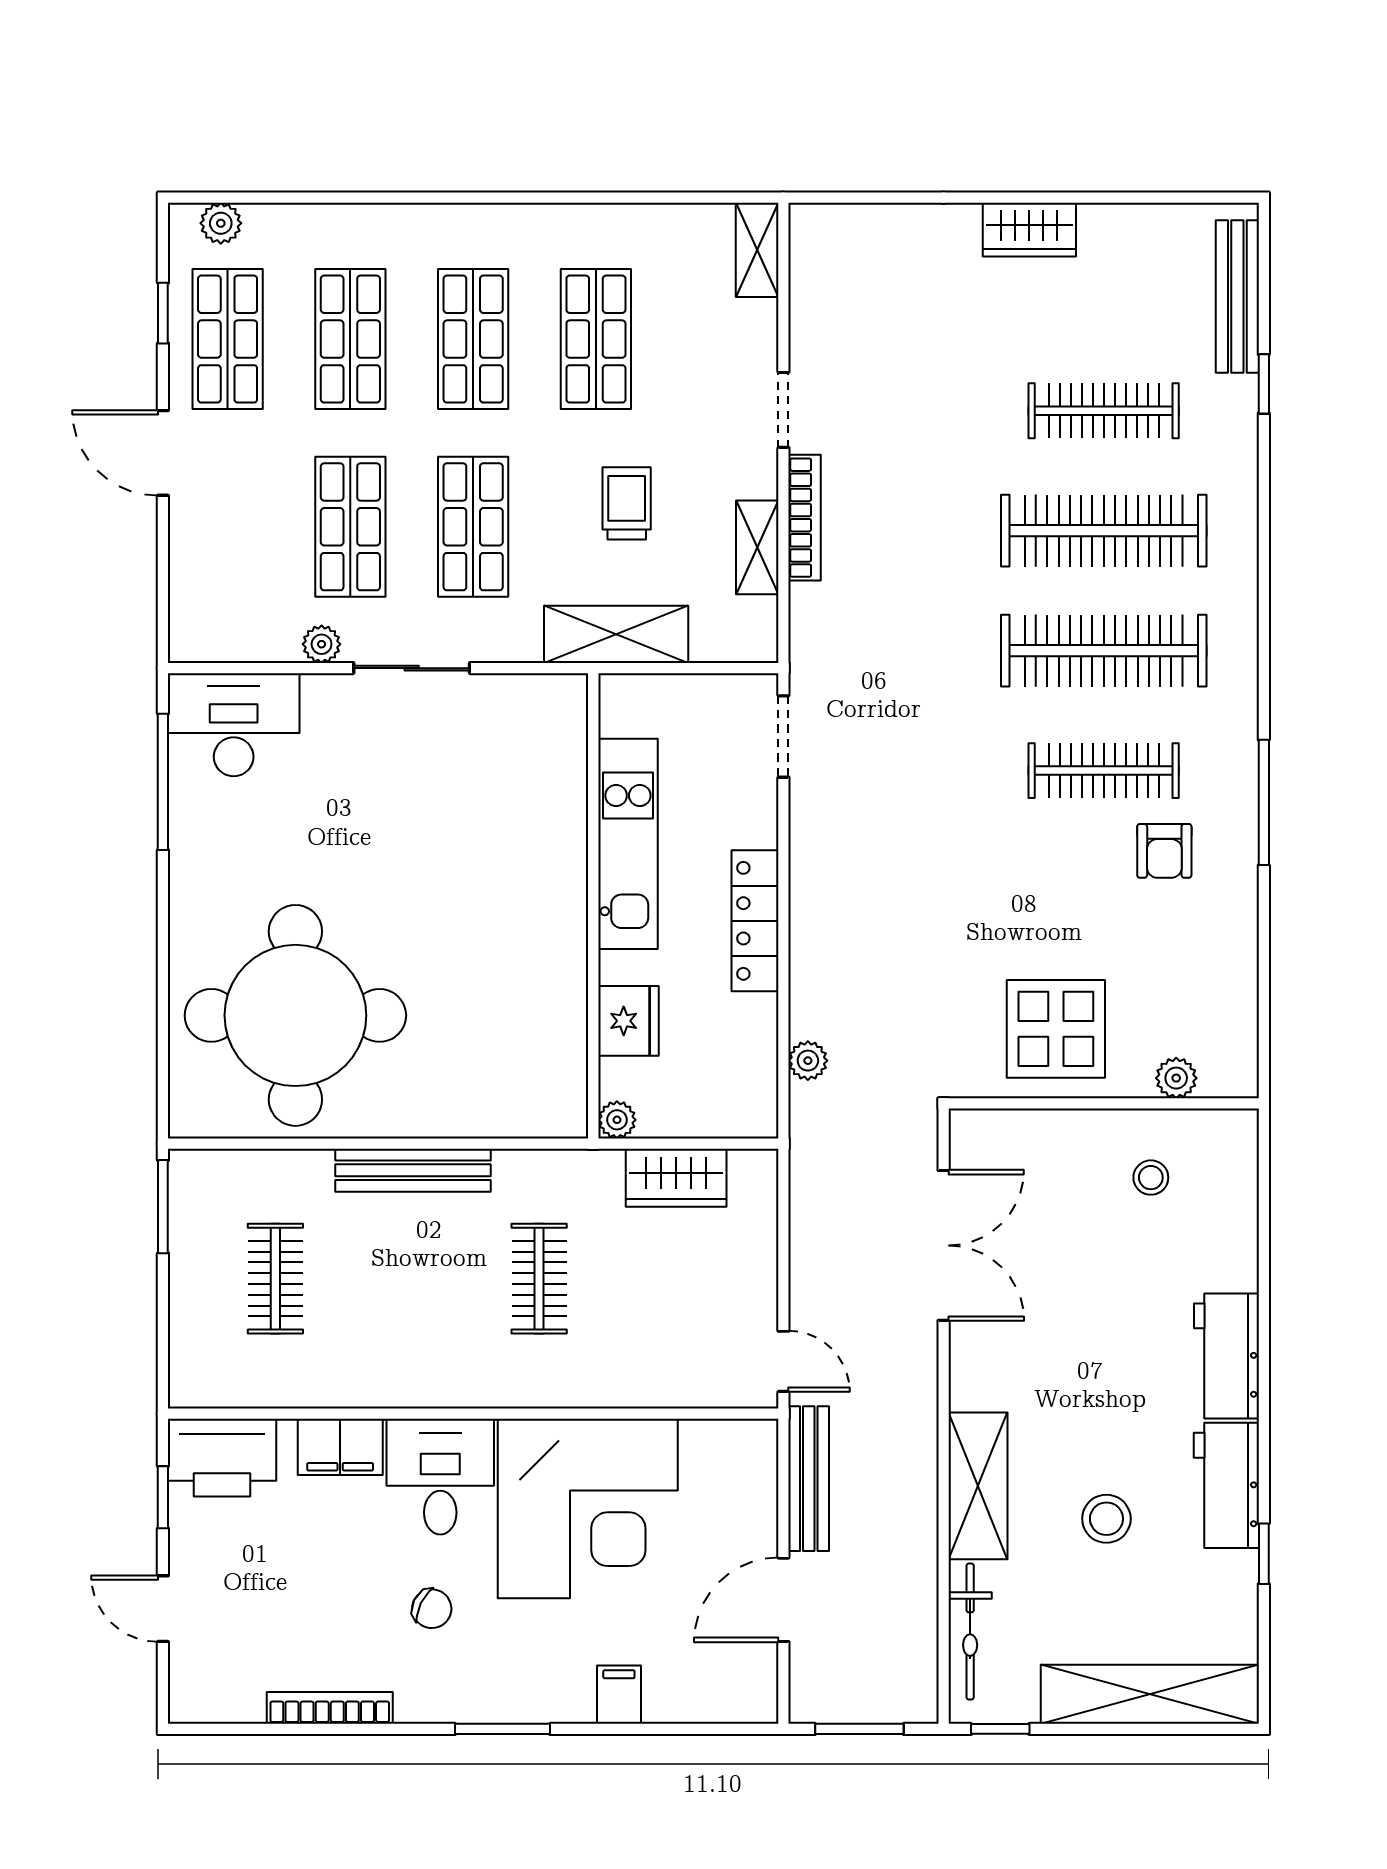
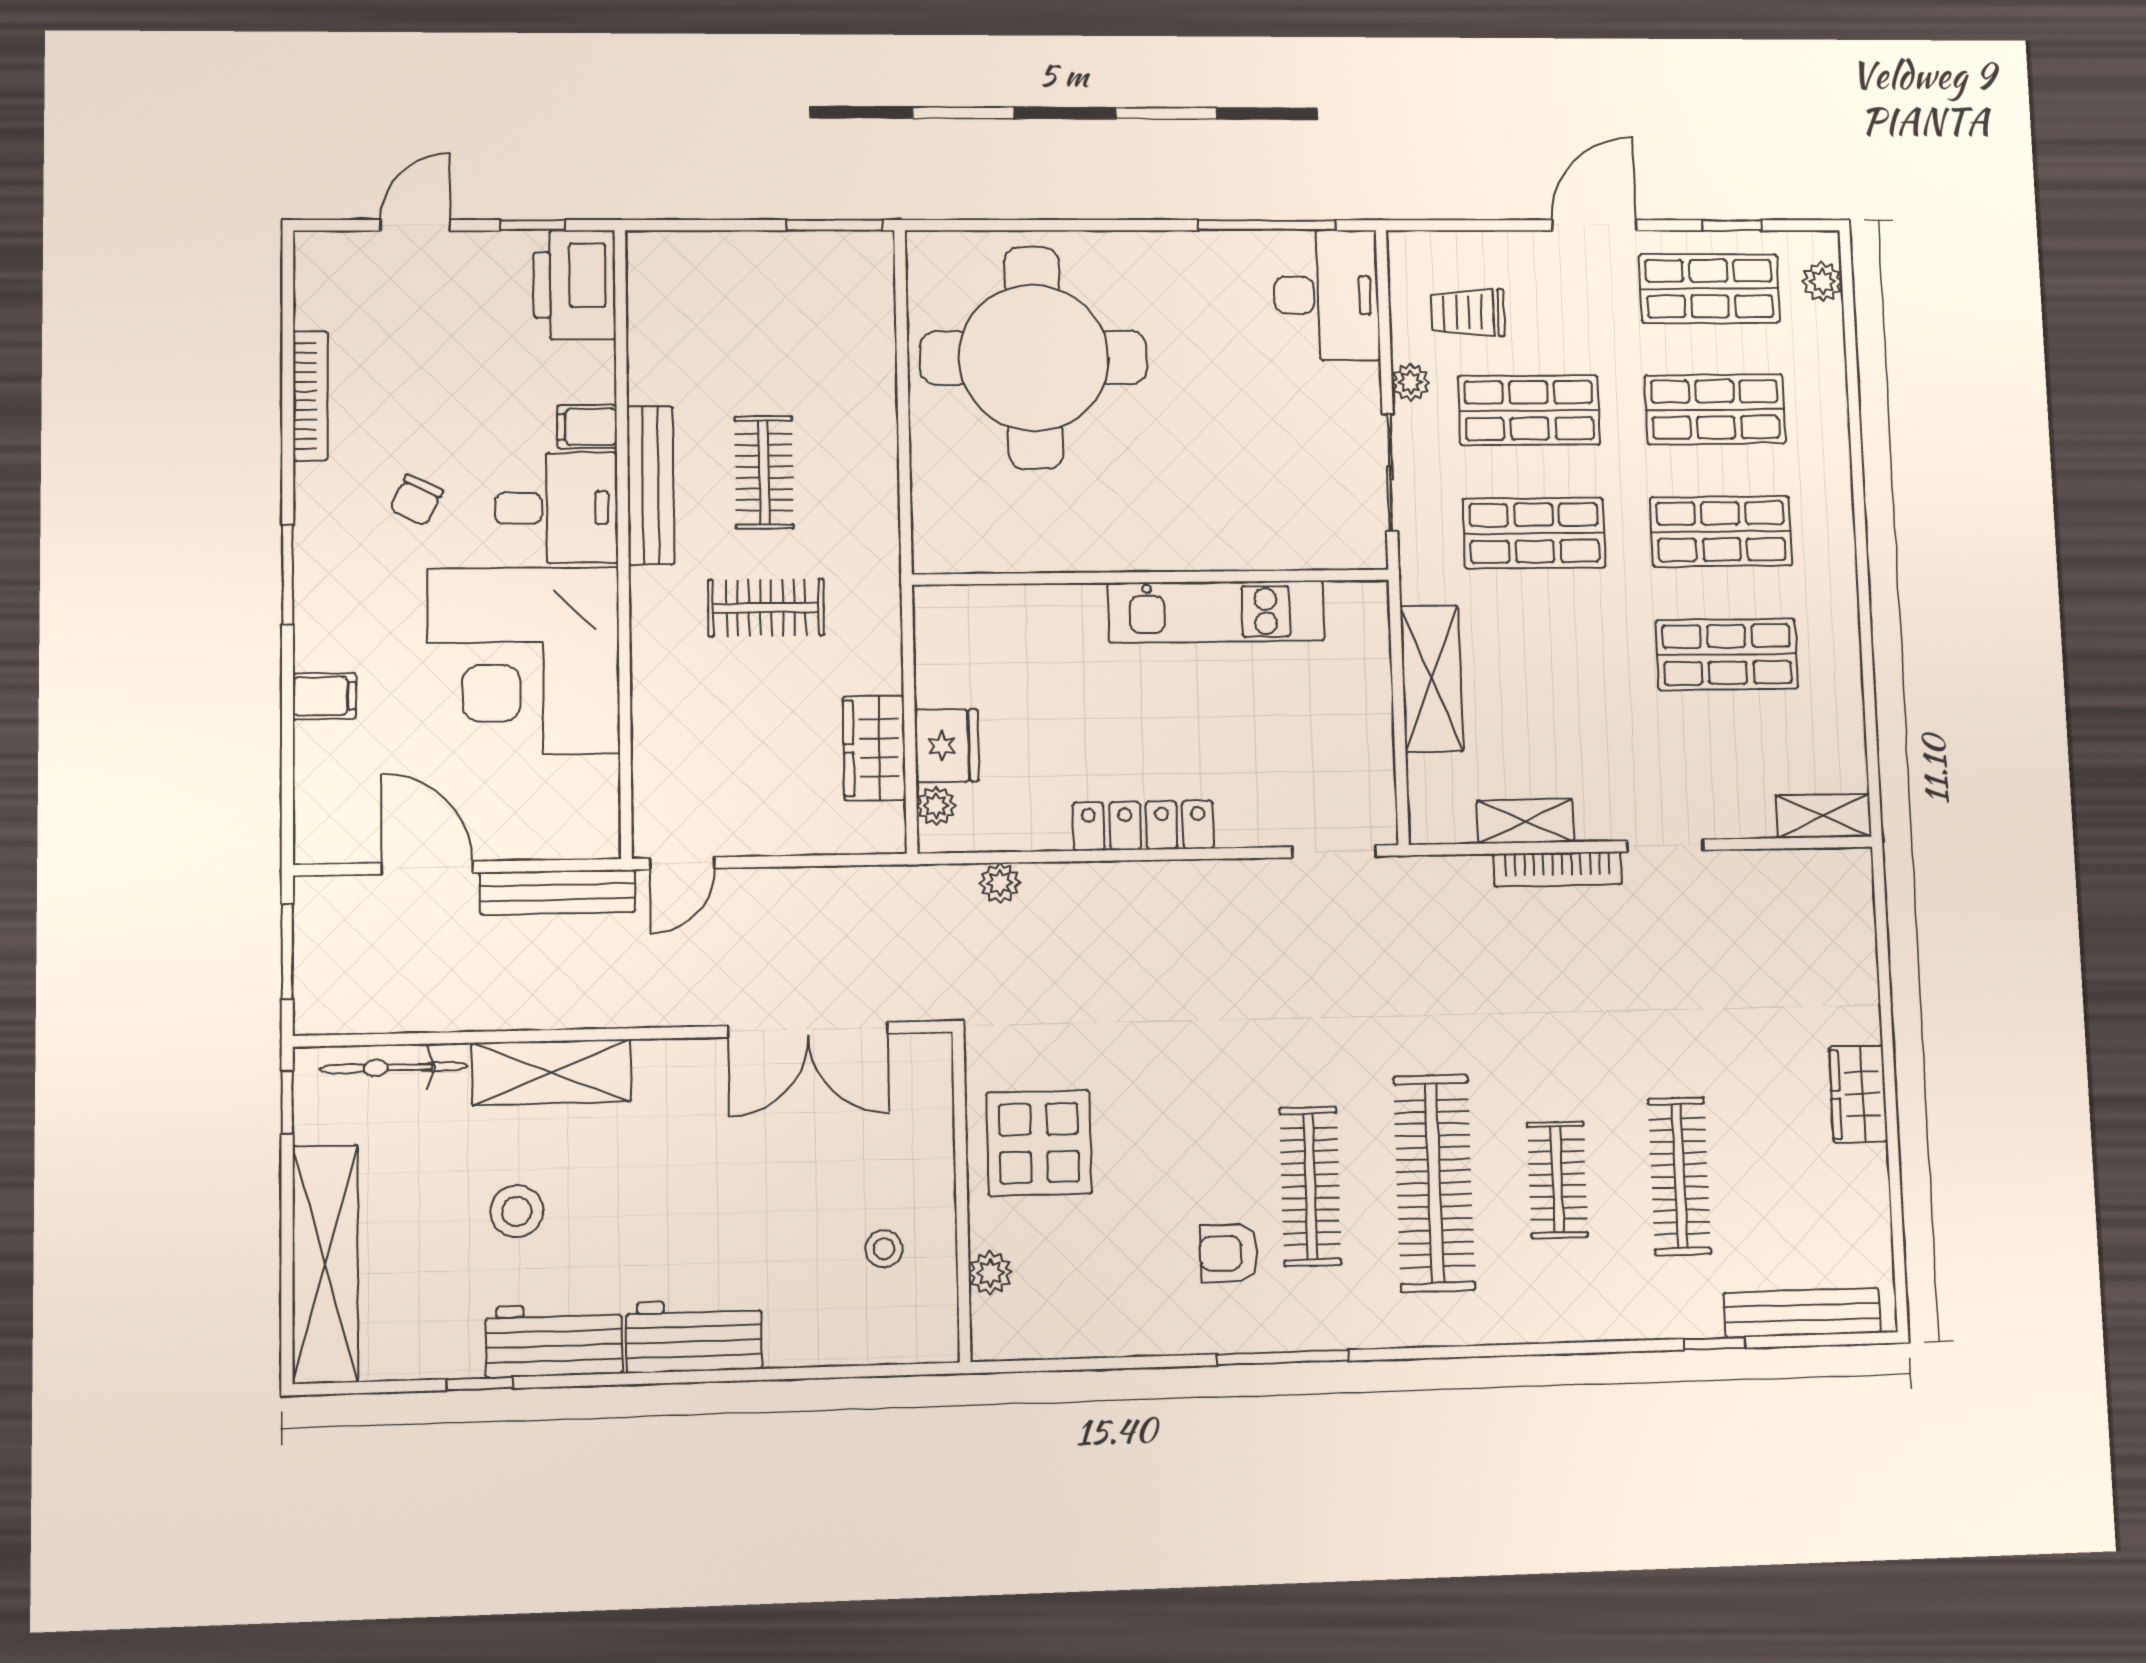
trolley: (627, 503) -> (1468, 313), moved, turned 180
clothes rail: (1104, 531) -> (1557, 1180), width x0.54, depth x0.76
kitchen unit: (628, 844) -> (1216, 612), moved
wall: (593, 906) -> (1152, 577), moved
fridge: (628, 1021) -> (947, 746), moved, turned -90
plant: (617, 1120) -> (936, 806), moved
bench: (413, 1170) -> (651, 485), moved
clothes rail: (275, 1279) -> (764, 473), moved, turned 90
filing cabinet: (340, 1447) -> (587, 427), width x0.50

